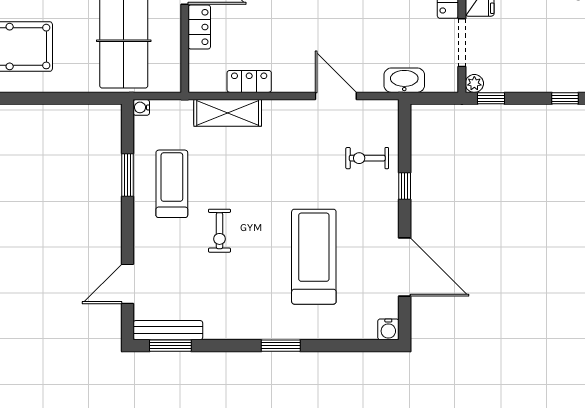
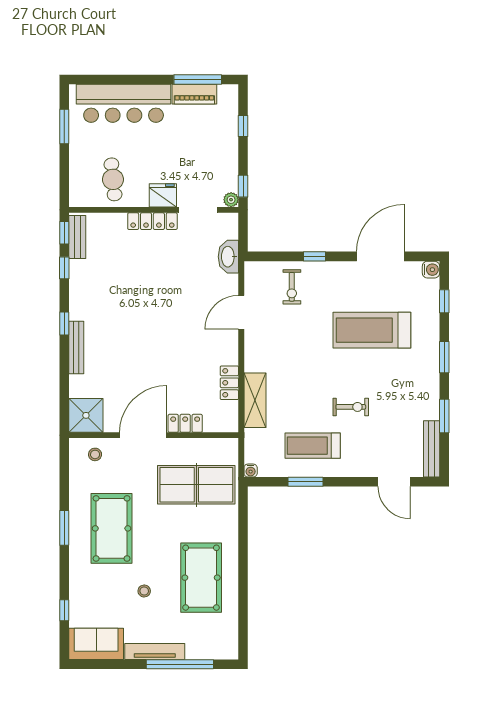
window: (170, 346) -> (444, 416), moved
window: (349, 346) -> (444, 301), added

